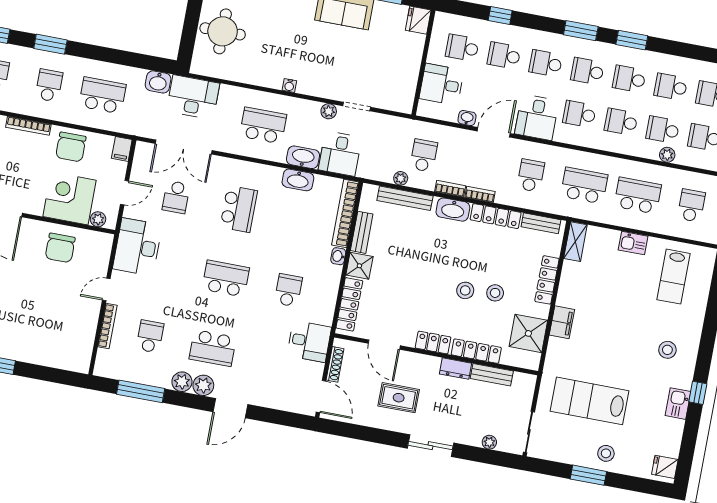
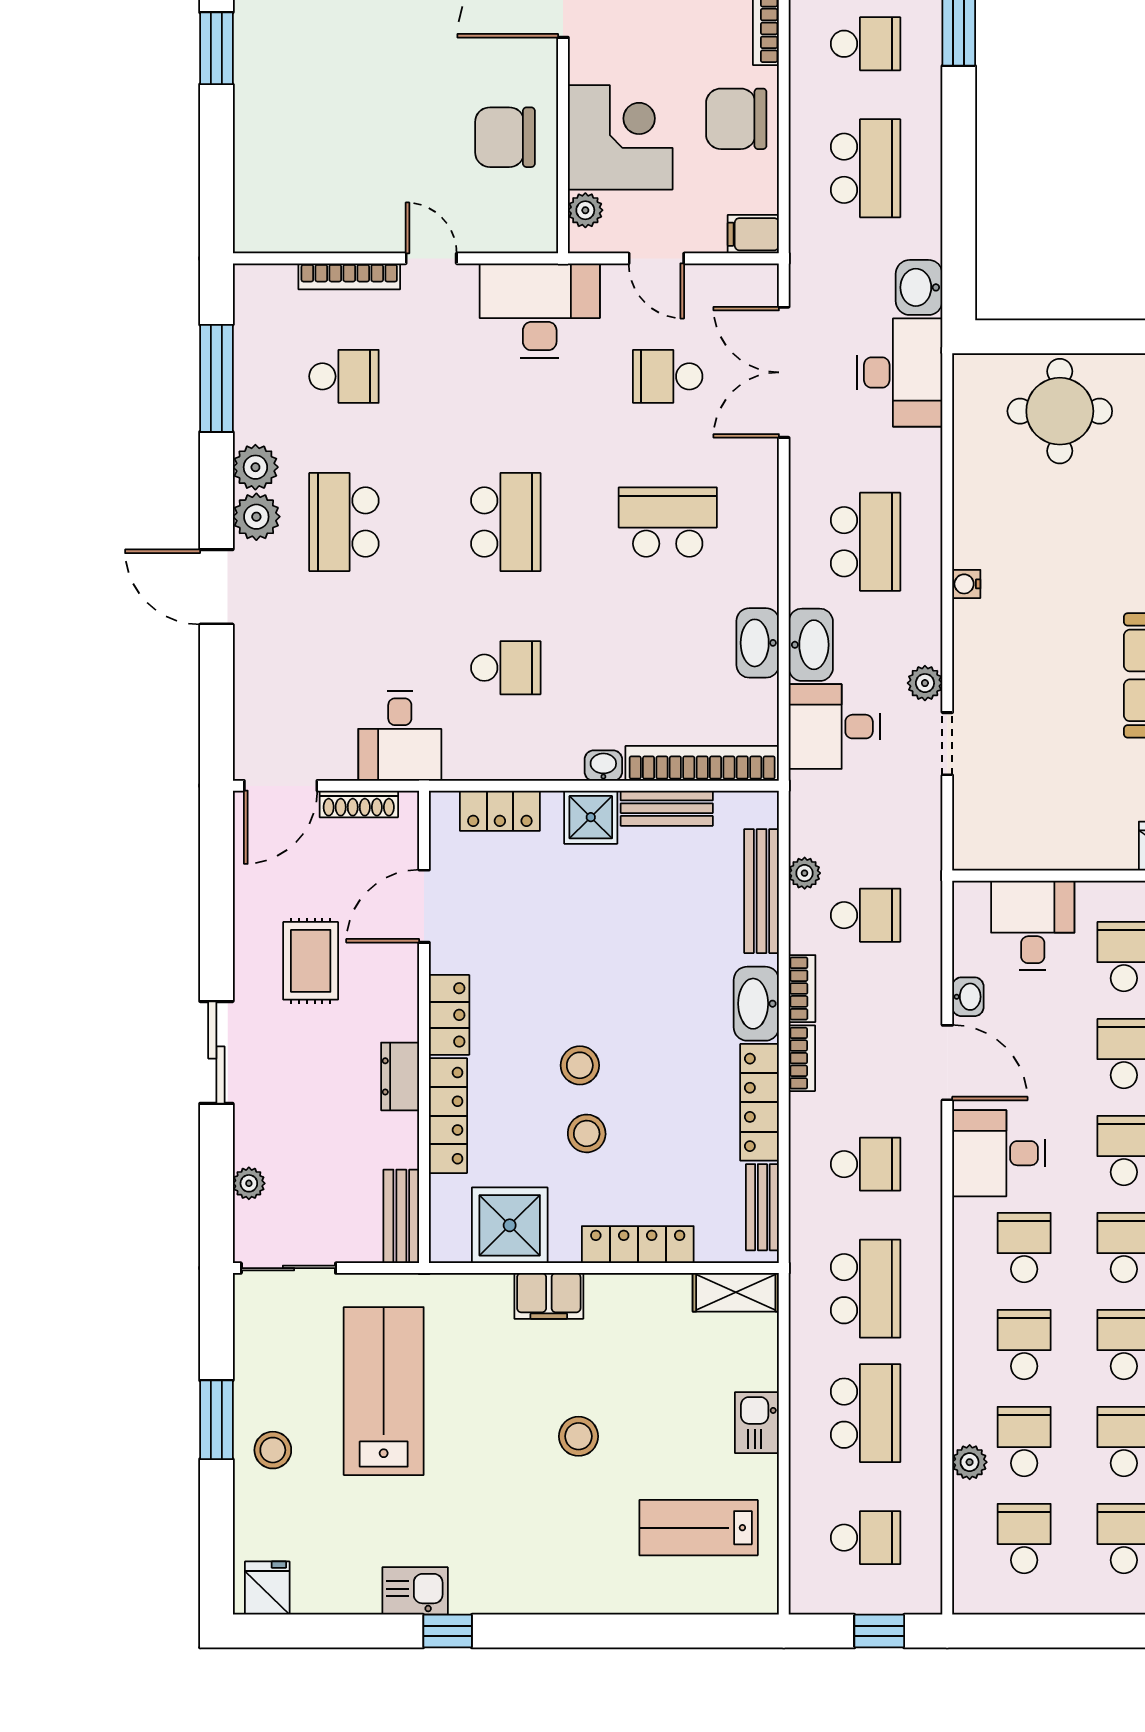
school desk: (239, 209) -> (668, 522), turned 180
locker: (349, 304) -> (500, 811), width x0.66
stool: (667, 350) -> (578, 1436), moved
bench: (492, 375) -> (401, 1216), moved

